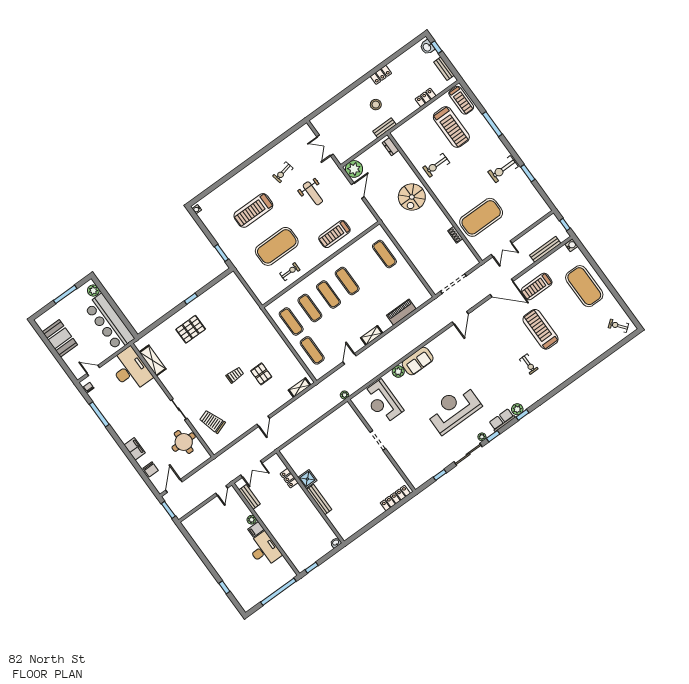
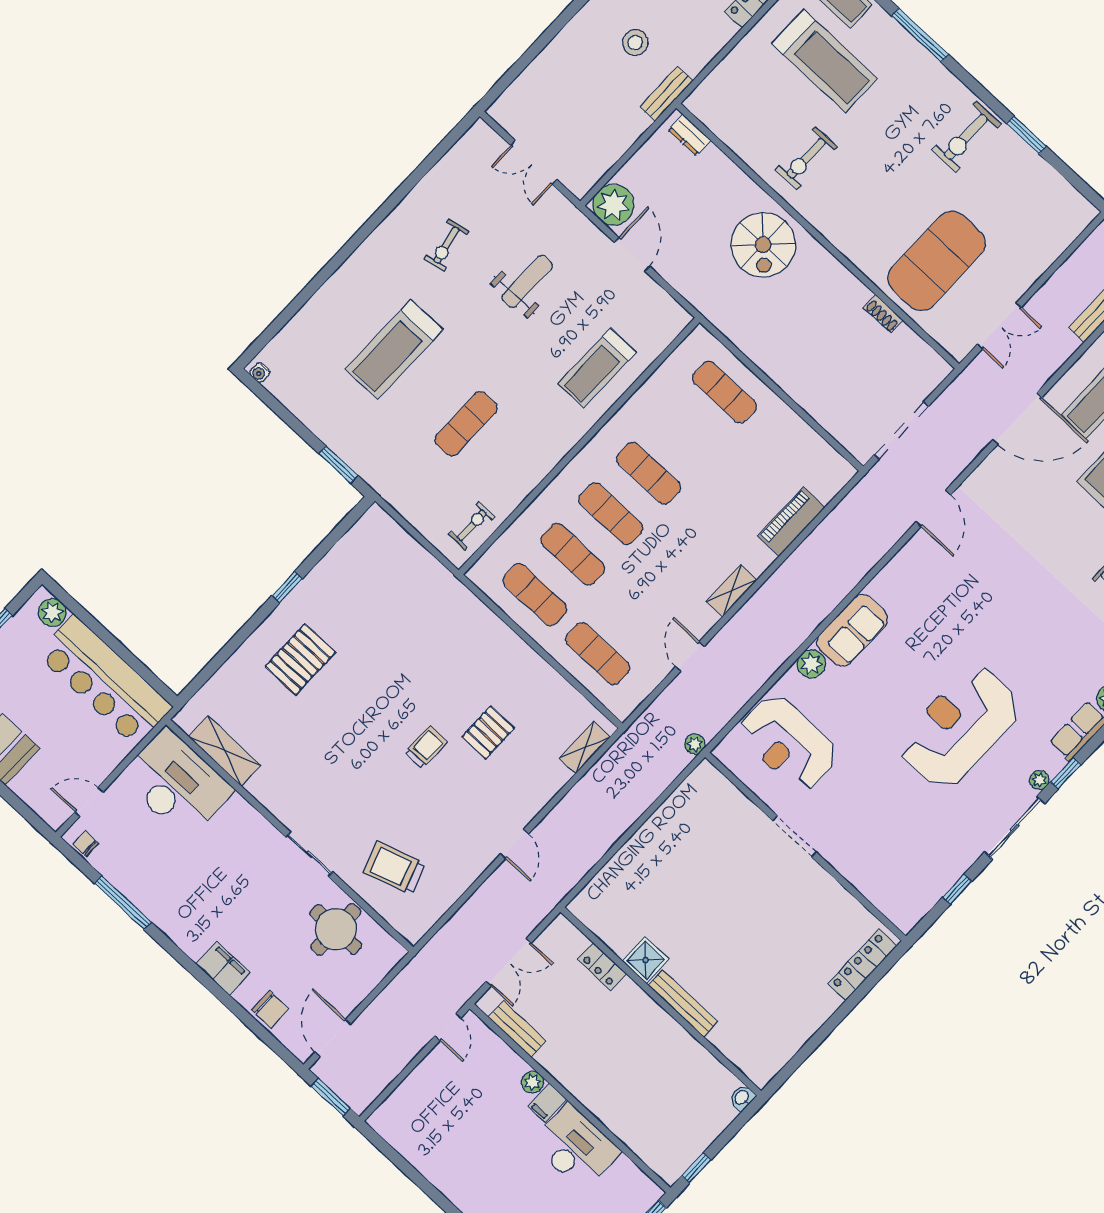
weight bench: (313, 193) -> (527, 281), turned -90
exercise mat: (277, 246) -> (466, 424), width x0.50, depth x0.69
exercise bike: (290, 272) -> (472, 525), moved
pallet: (261, 374) -> (488, 732), turned 90

